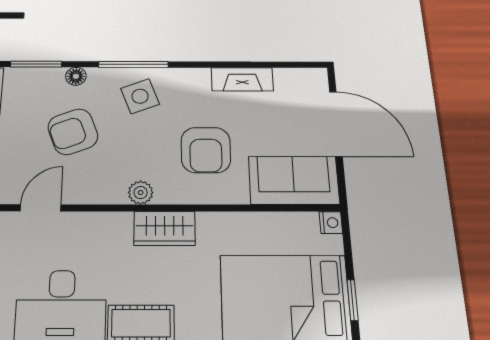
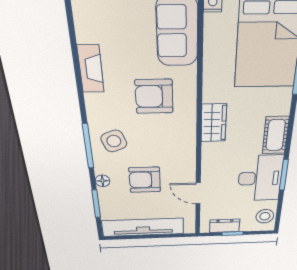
armchair: (73, 132) -> (145, 180), turned 111
armchair: (206, 150) -> (154, 96), turned 180
plant: (141, 193) -> (188, 138), removed

